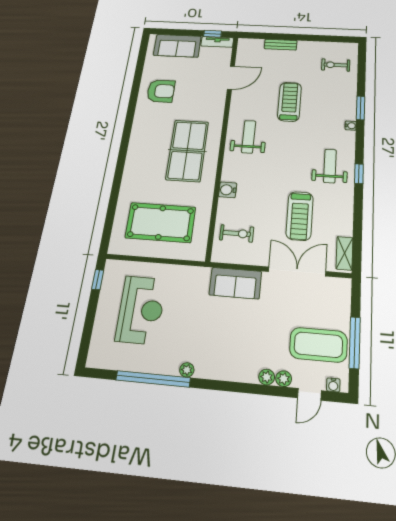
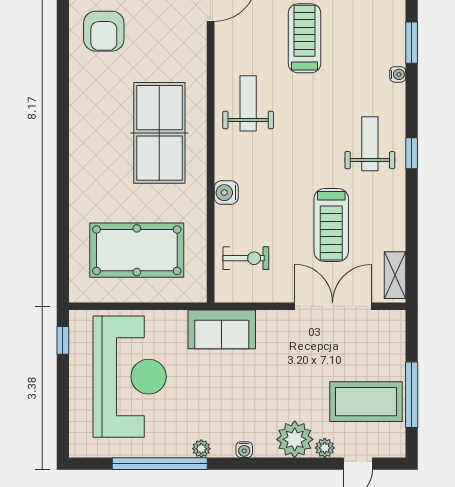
armchair: (161, 91) -> (104, 31), turned 90
sofa: (235, 283) -> (222, 329), moved
reception desk: (141, 310) -> (130, 377), width x1.36, depth x1.30
plant: (267, 377) -> (295, 439), width x1.88, depth x1.88
water cooler: (333, 385) -> (244, 450), moved

